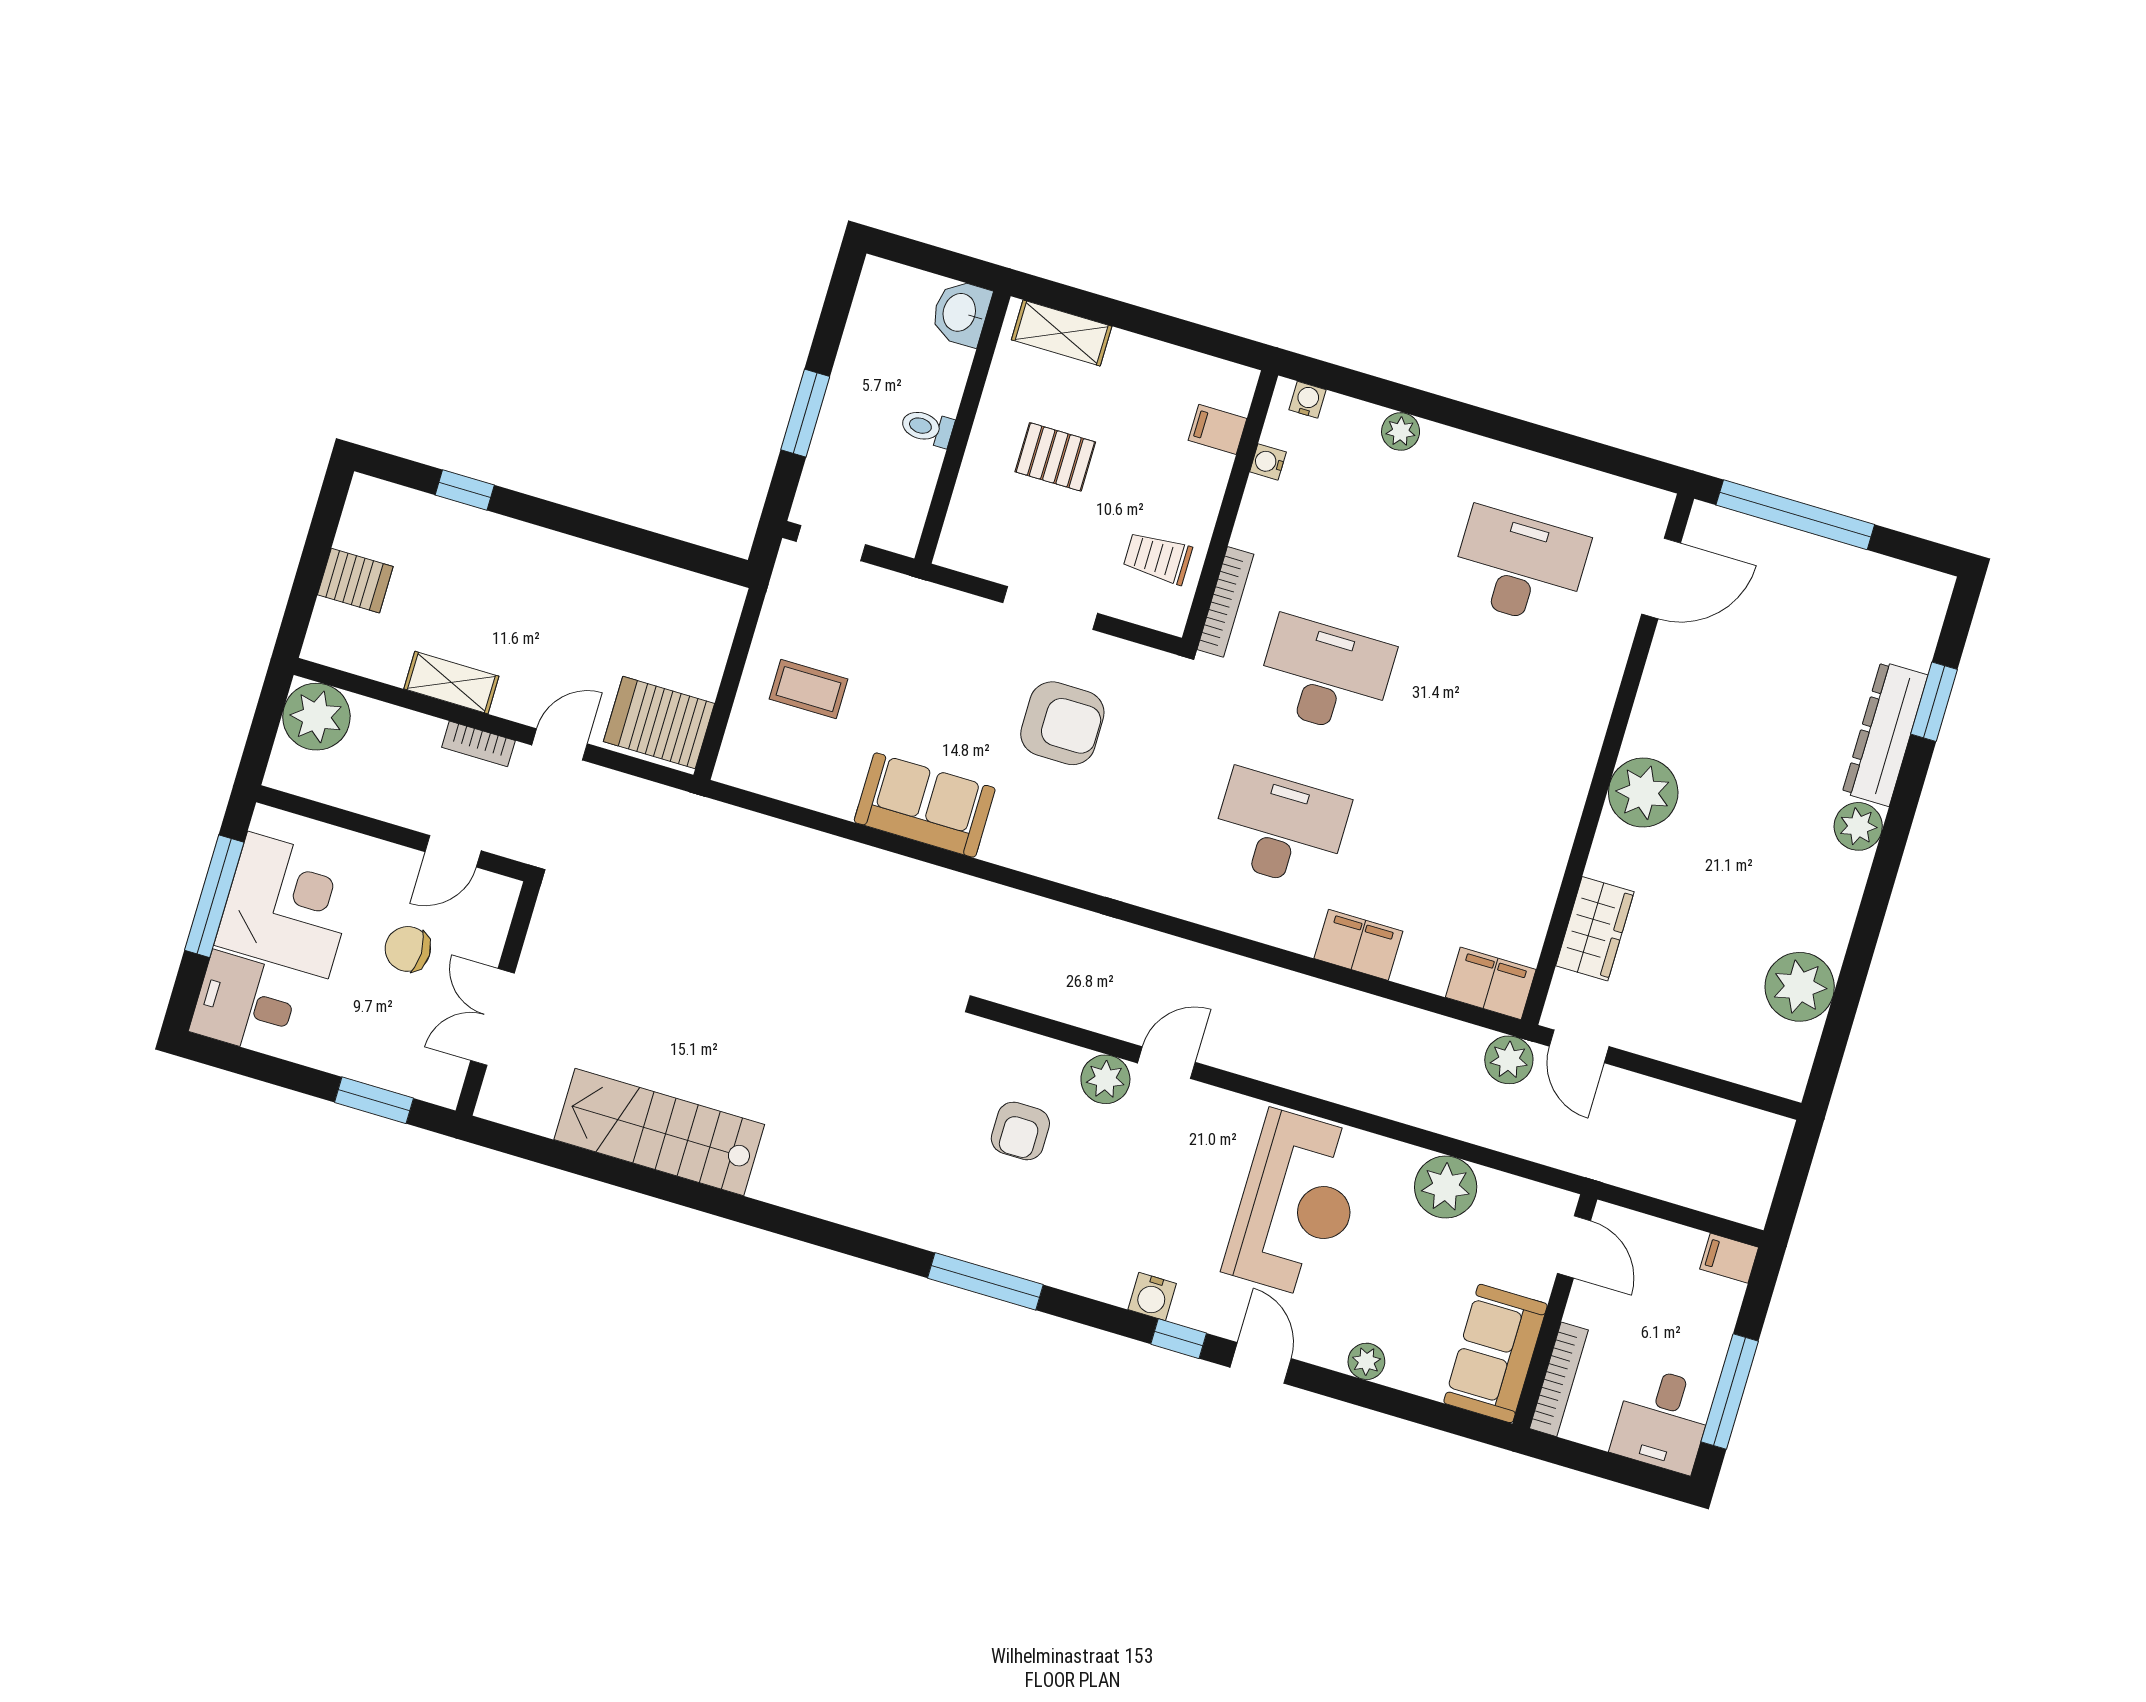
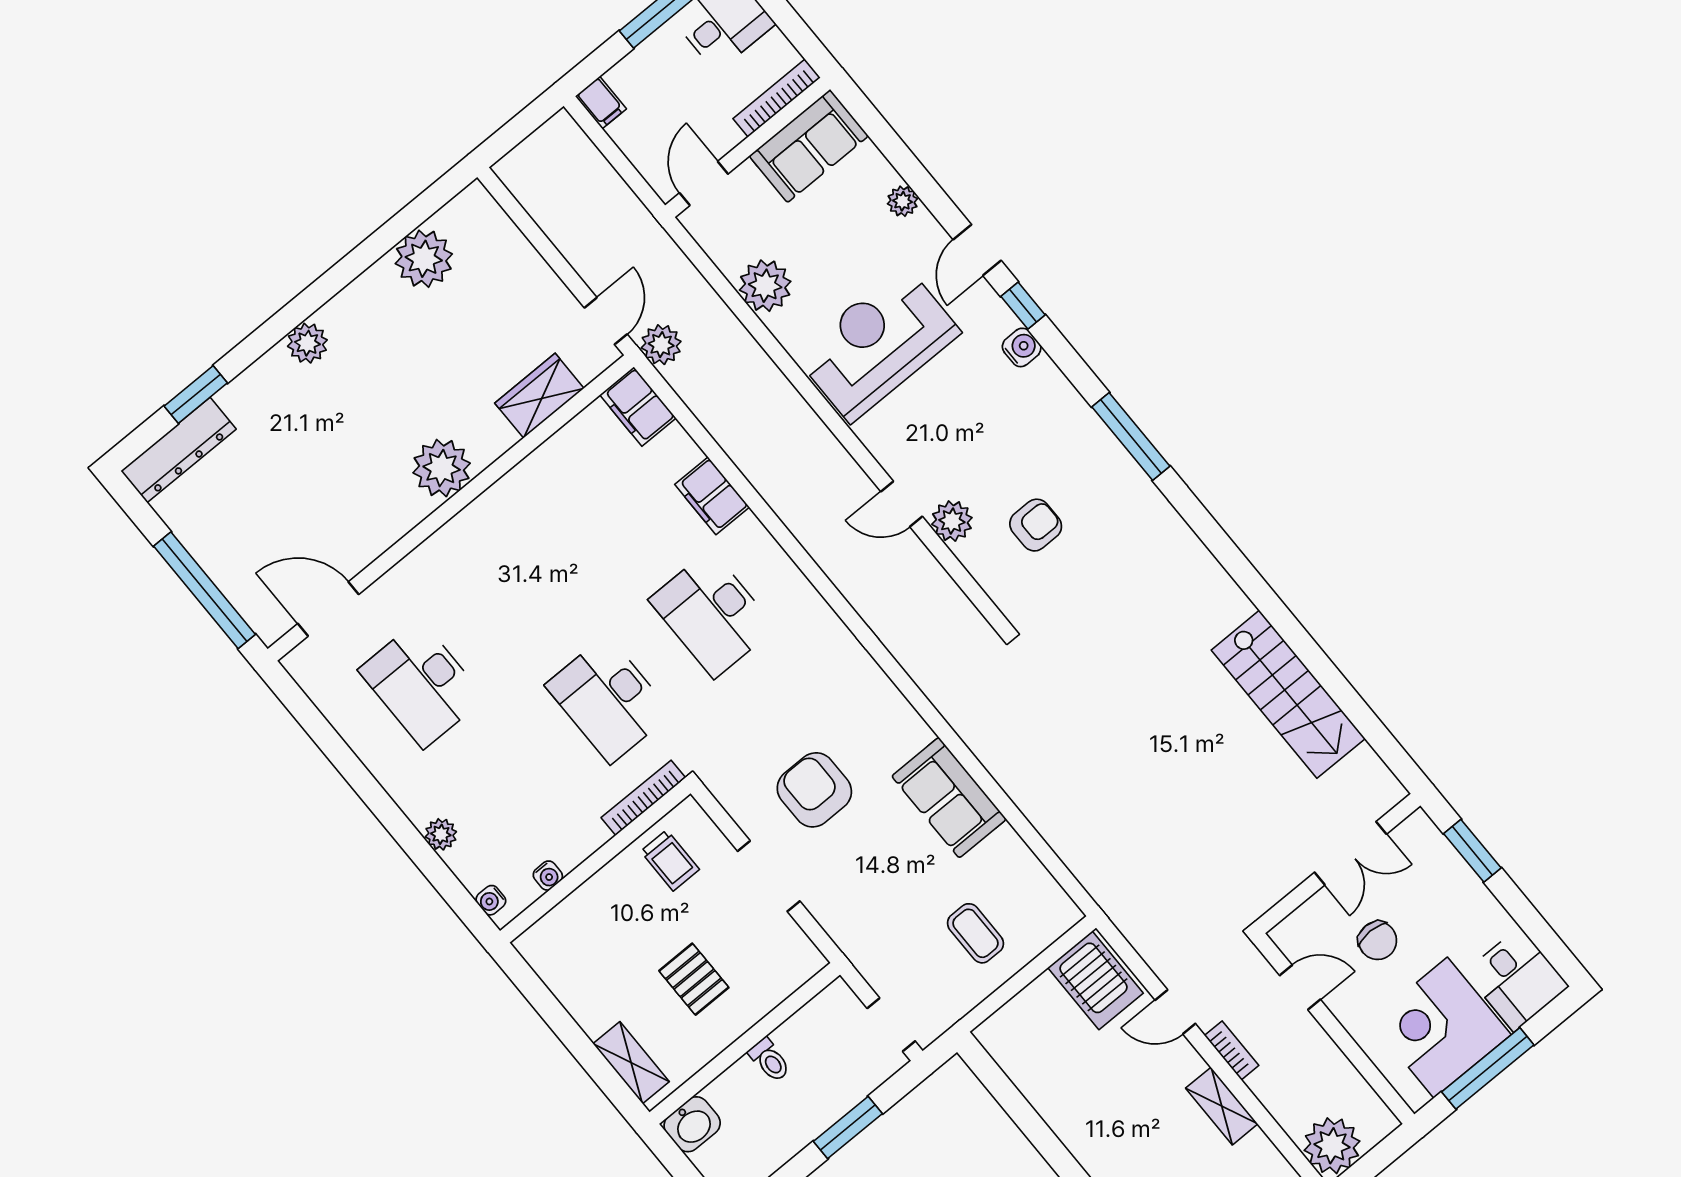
filing cabinet: (1218, 429) -> (568, 922), removed
dresser: (1885, 734) -> (178, 450), moved

